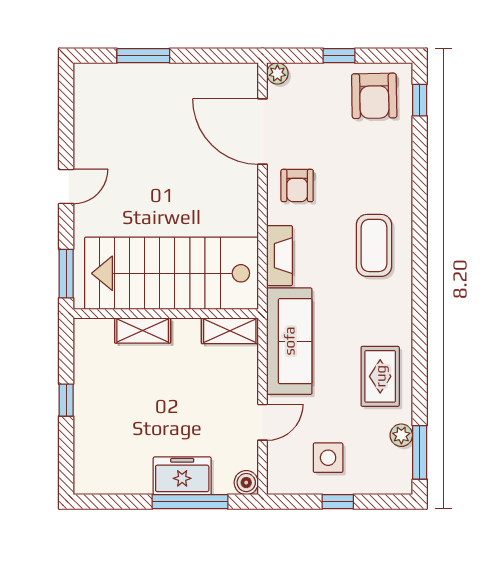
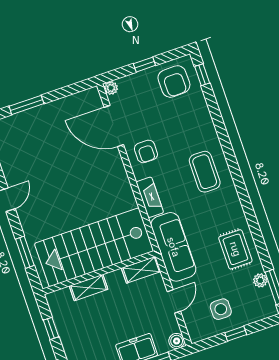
stairs: (171, 273) -> (94, 247), moved
wall: (166, 314) -> (99, 273), moved
shelving: (143, 330) -> (89, 288), moved
shelving: (230, 331) -> (141, 270), moved

